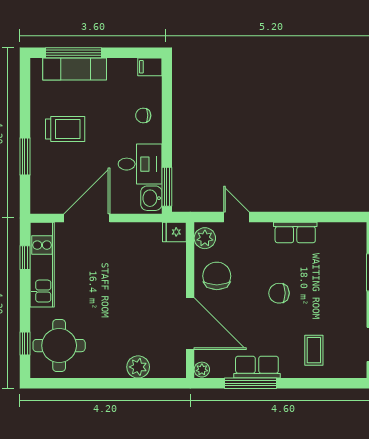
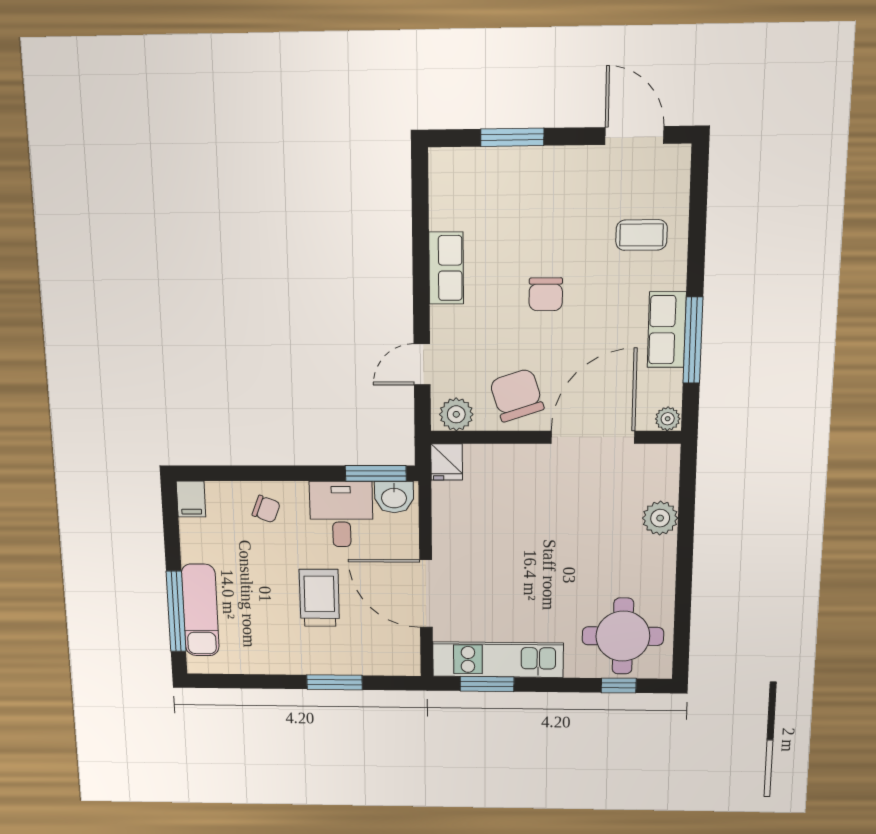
chair: (143, 115) -> (266, 509), turned -69
trolley: (65, 129) -> (319, 598), moved
window: (25, 258) -> (487, 684), width x1.50
chair: (217, 276) -> (517, 395), turned 72

